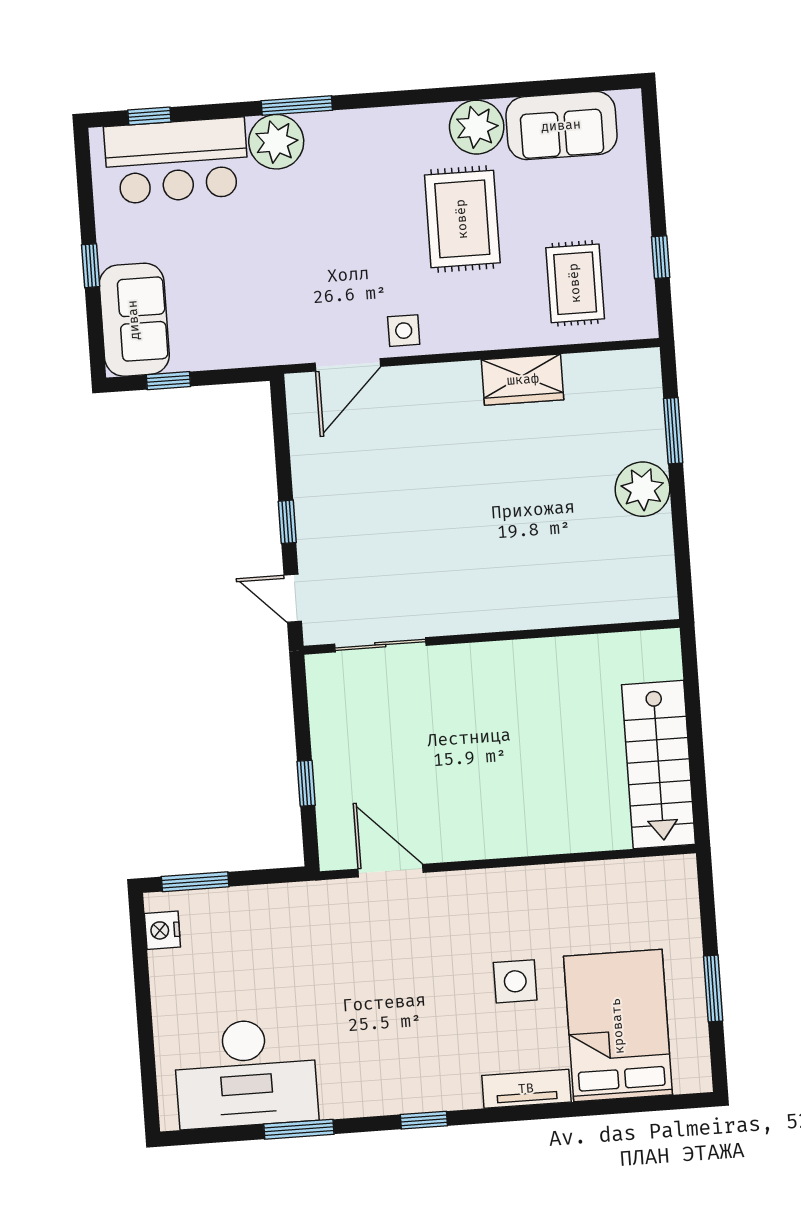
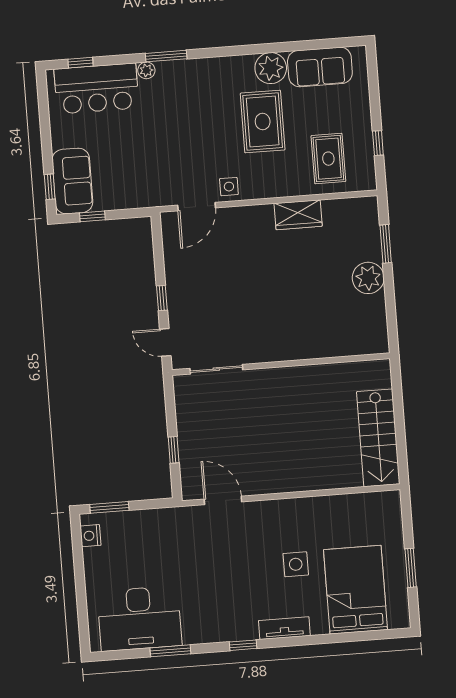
plant: (276, 142) -> (146, 70), width x0.53, depth x0.53
window: (91, 266) -> (50, 187), moved
tv unit: (526, 1089) -> (284, 628), moved

